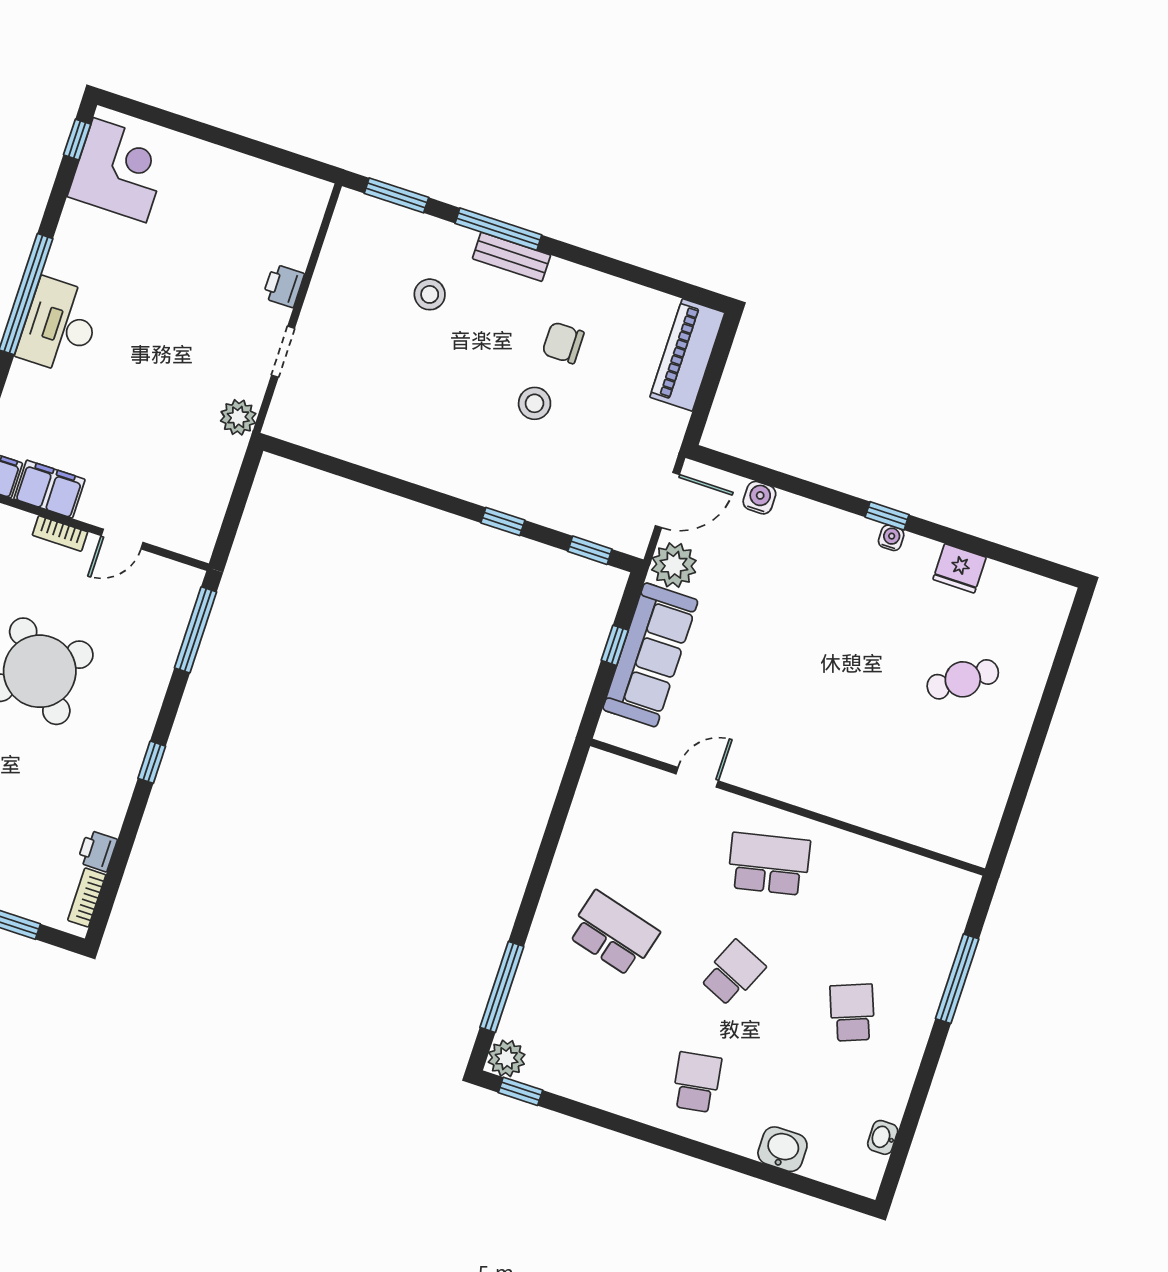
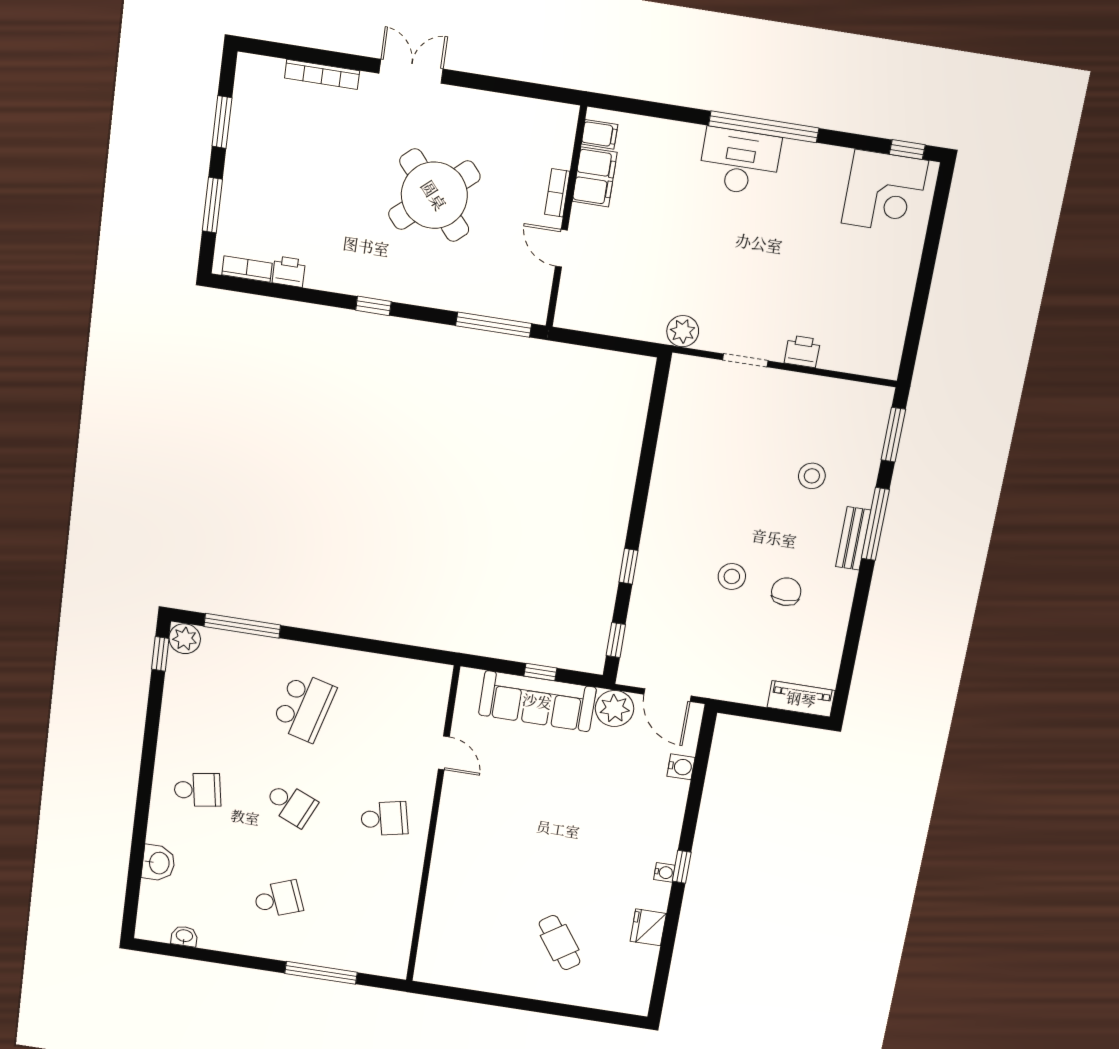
piano: (687, 355) -> (801, 699), width x0.73, depth x0.75
school desk: (769, 864) -> (384, 819), width x0.54

